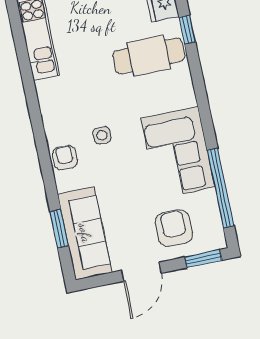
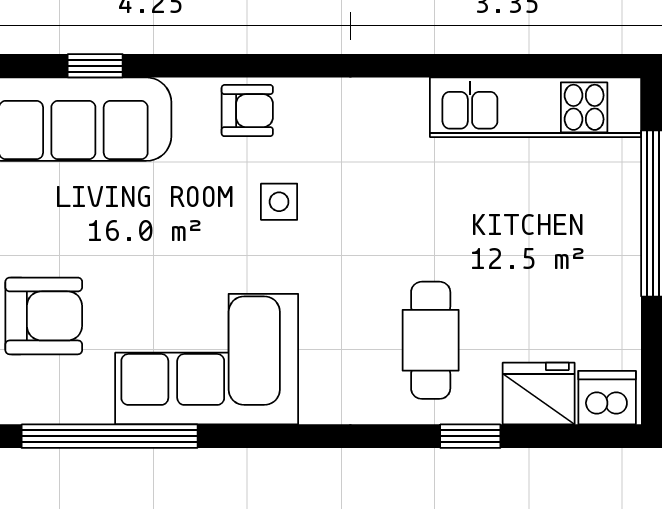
cafe table: (149, 56) -> (431, 340), width x0.73, depth x0.74
window: (59, 229) -> (95, 66), width x0.67

